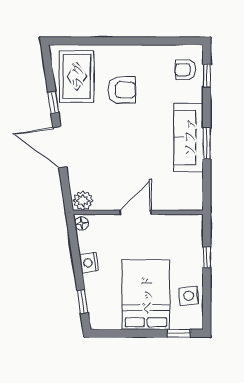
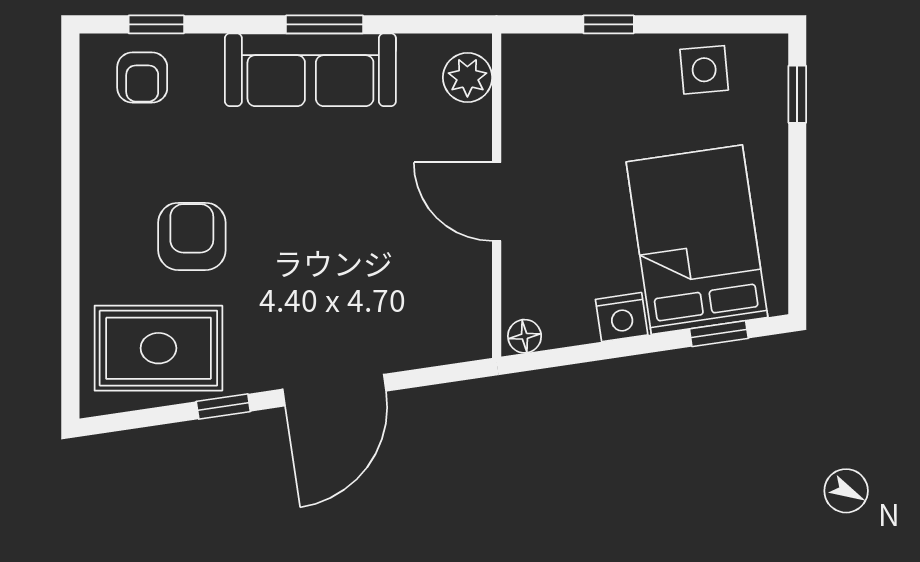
plant: (83, 201) -> (467, 77), moved
bed: (146, 295) -> (697, 240), moved, turned 82

